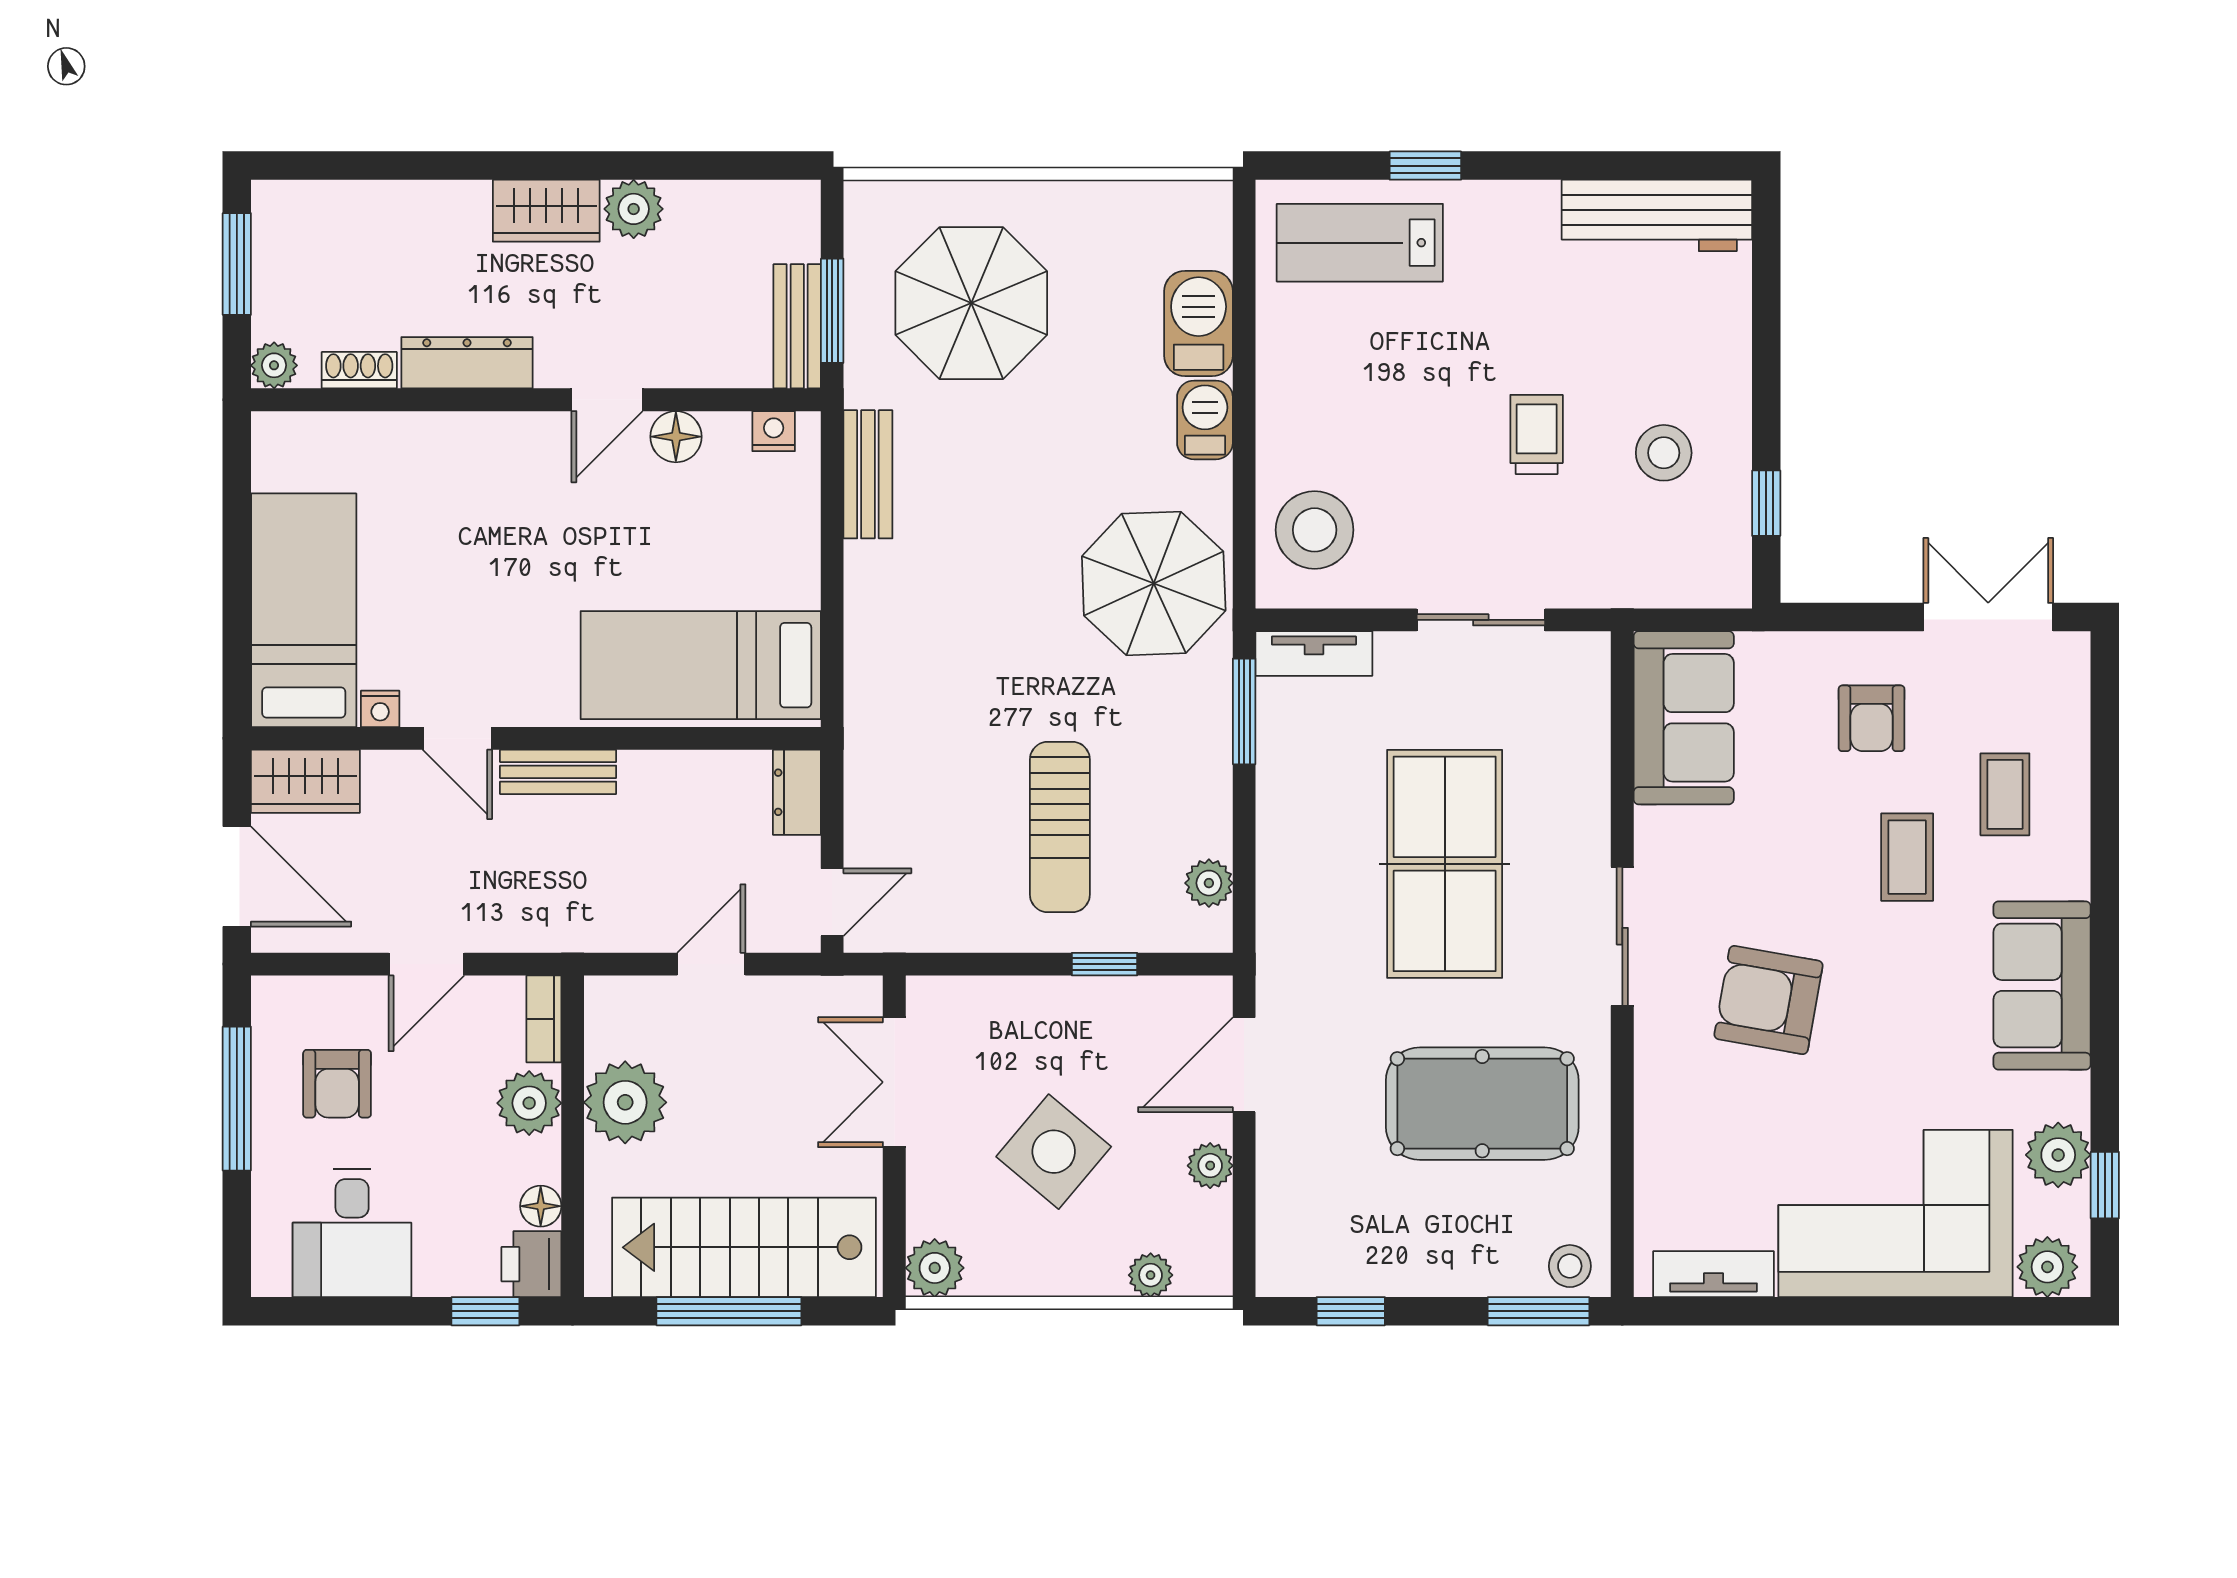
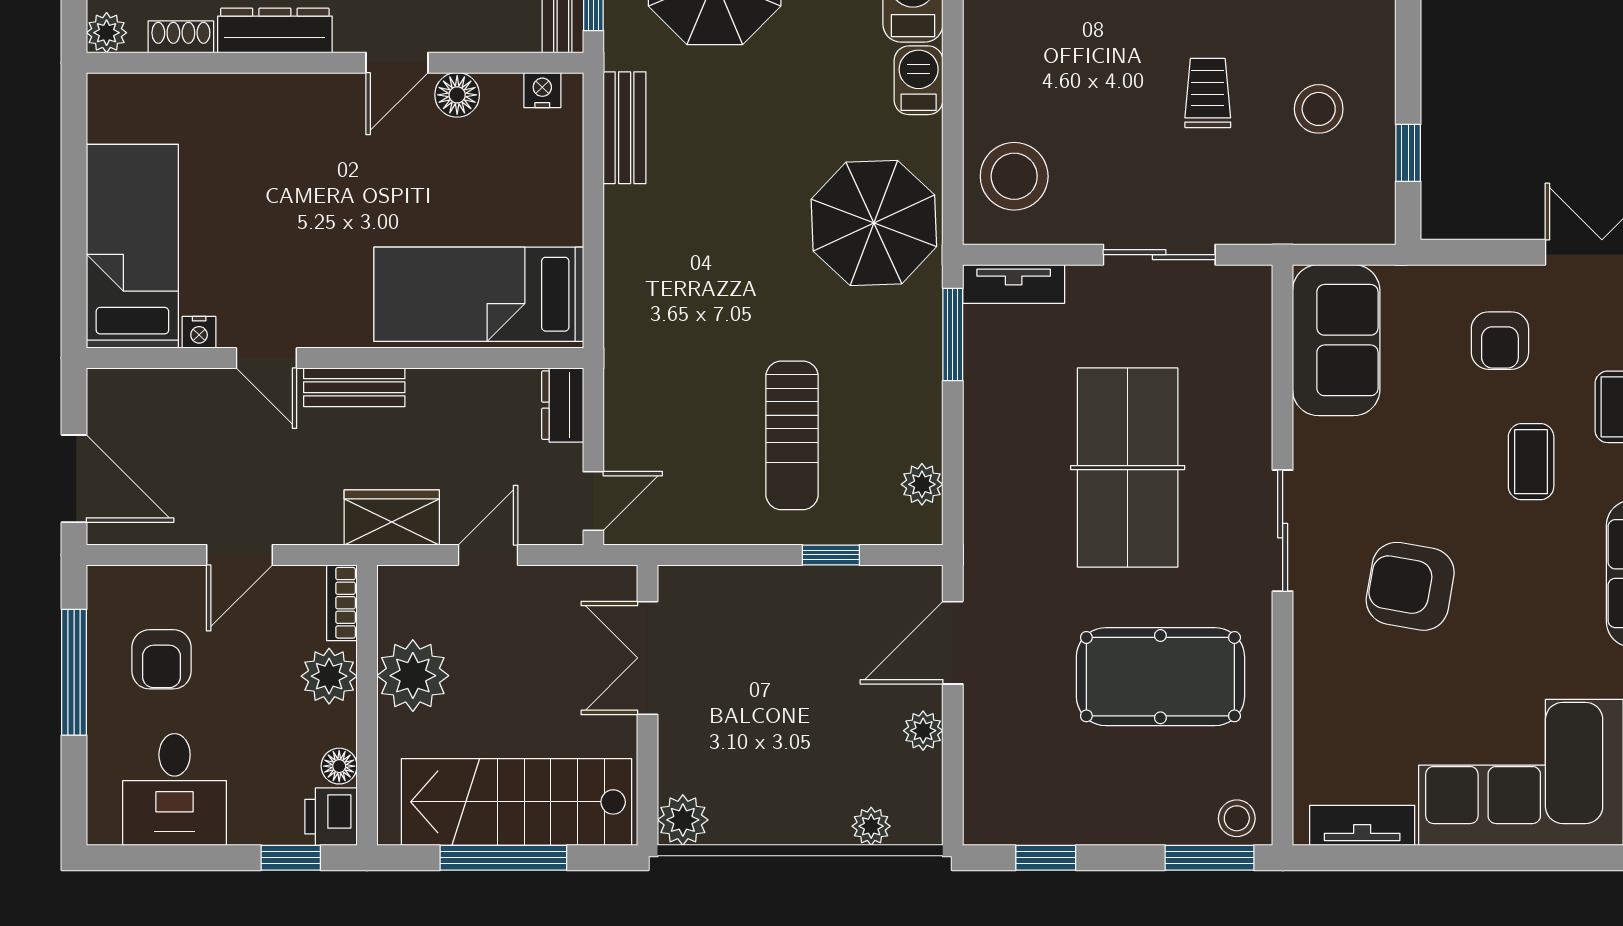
wardrobe: (305, 781) -> (392, 518), moved, turned 180
side table: (1054, 1152) -> (787, 719), removed

